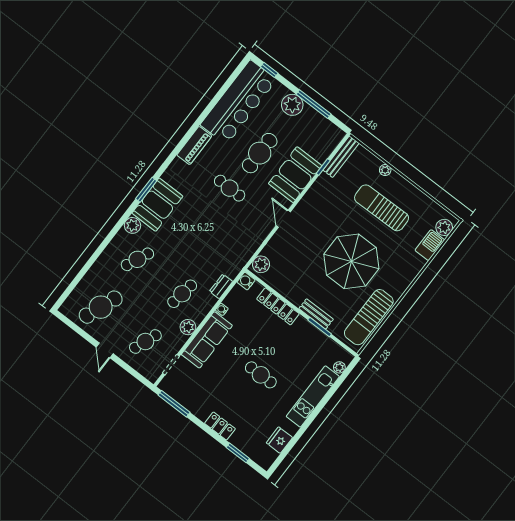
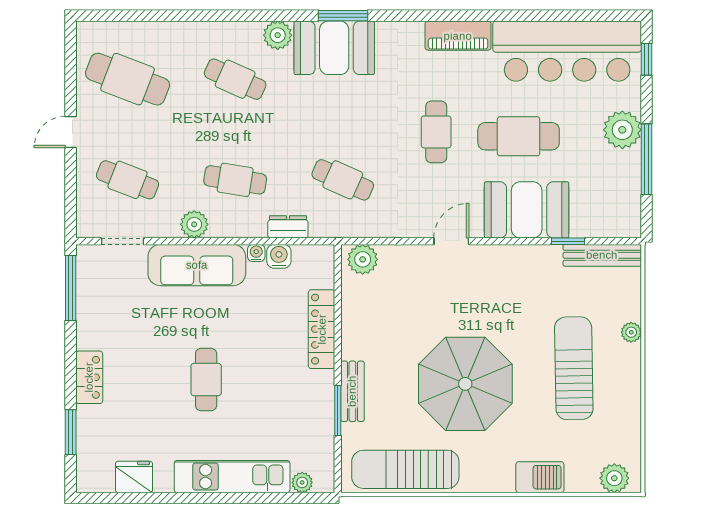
barbecue: (430, 245) -> (540, 477), moved
cafe table: (219, 246) -> (343, 180), added
water cooler: (246, 281) -> (279, 256), moved

